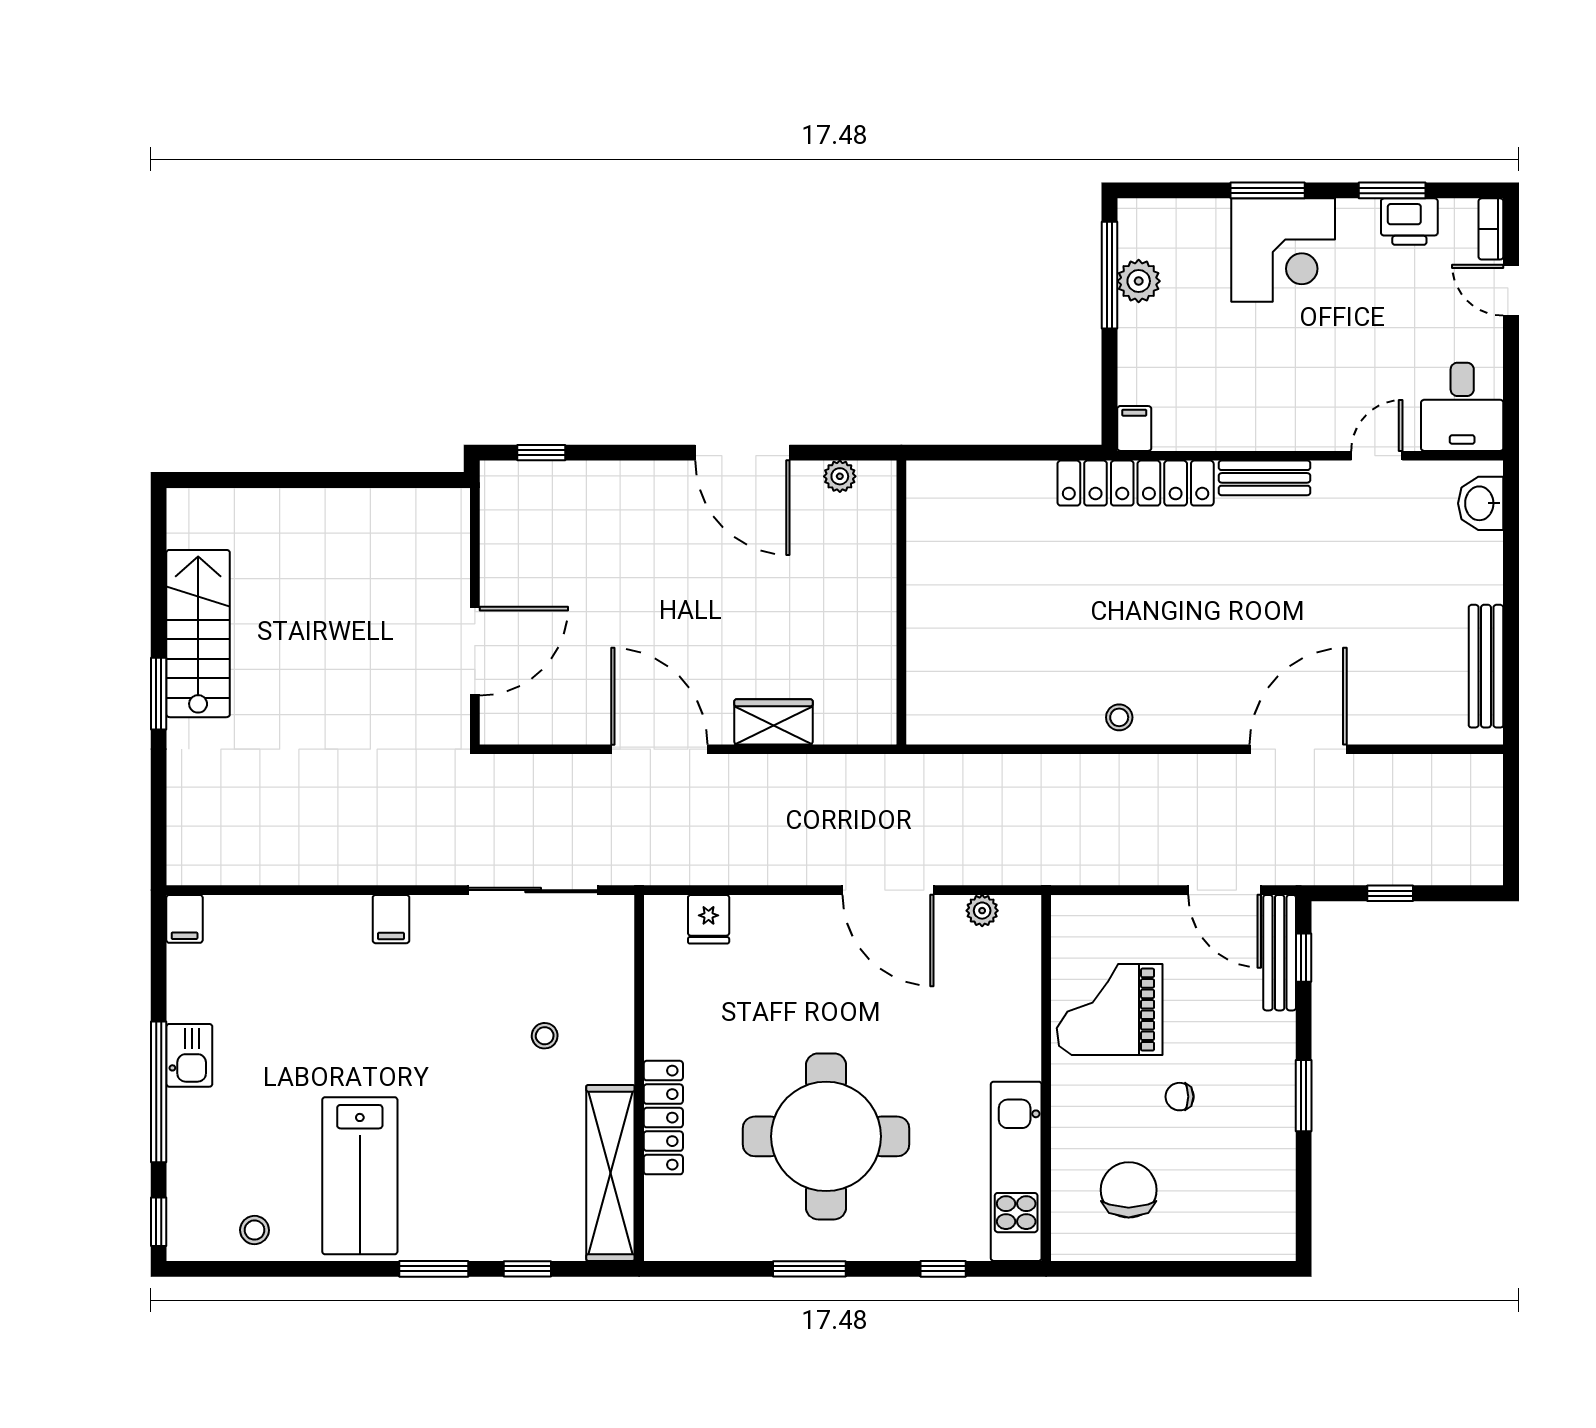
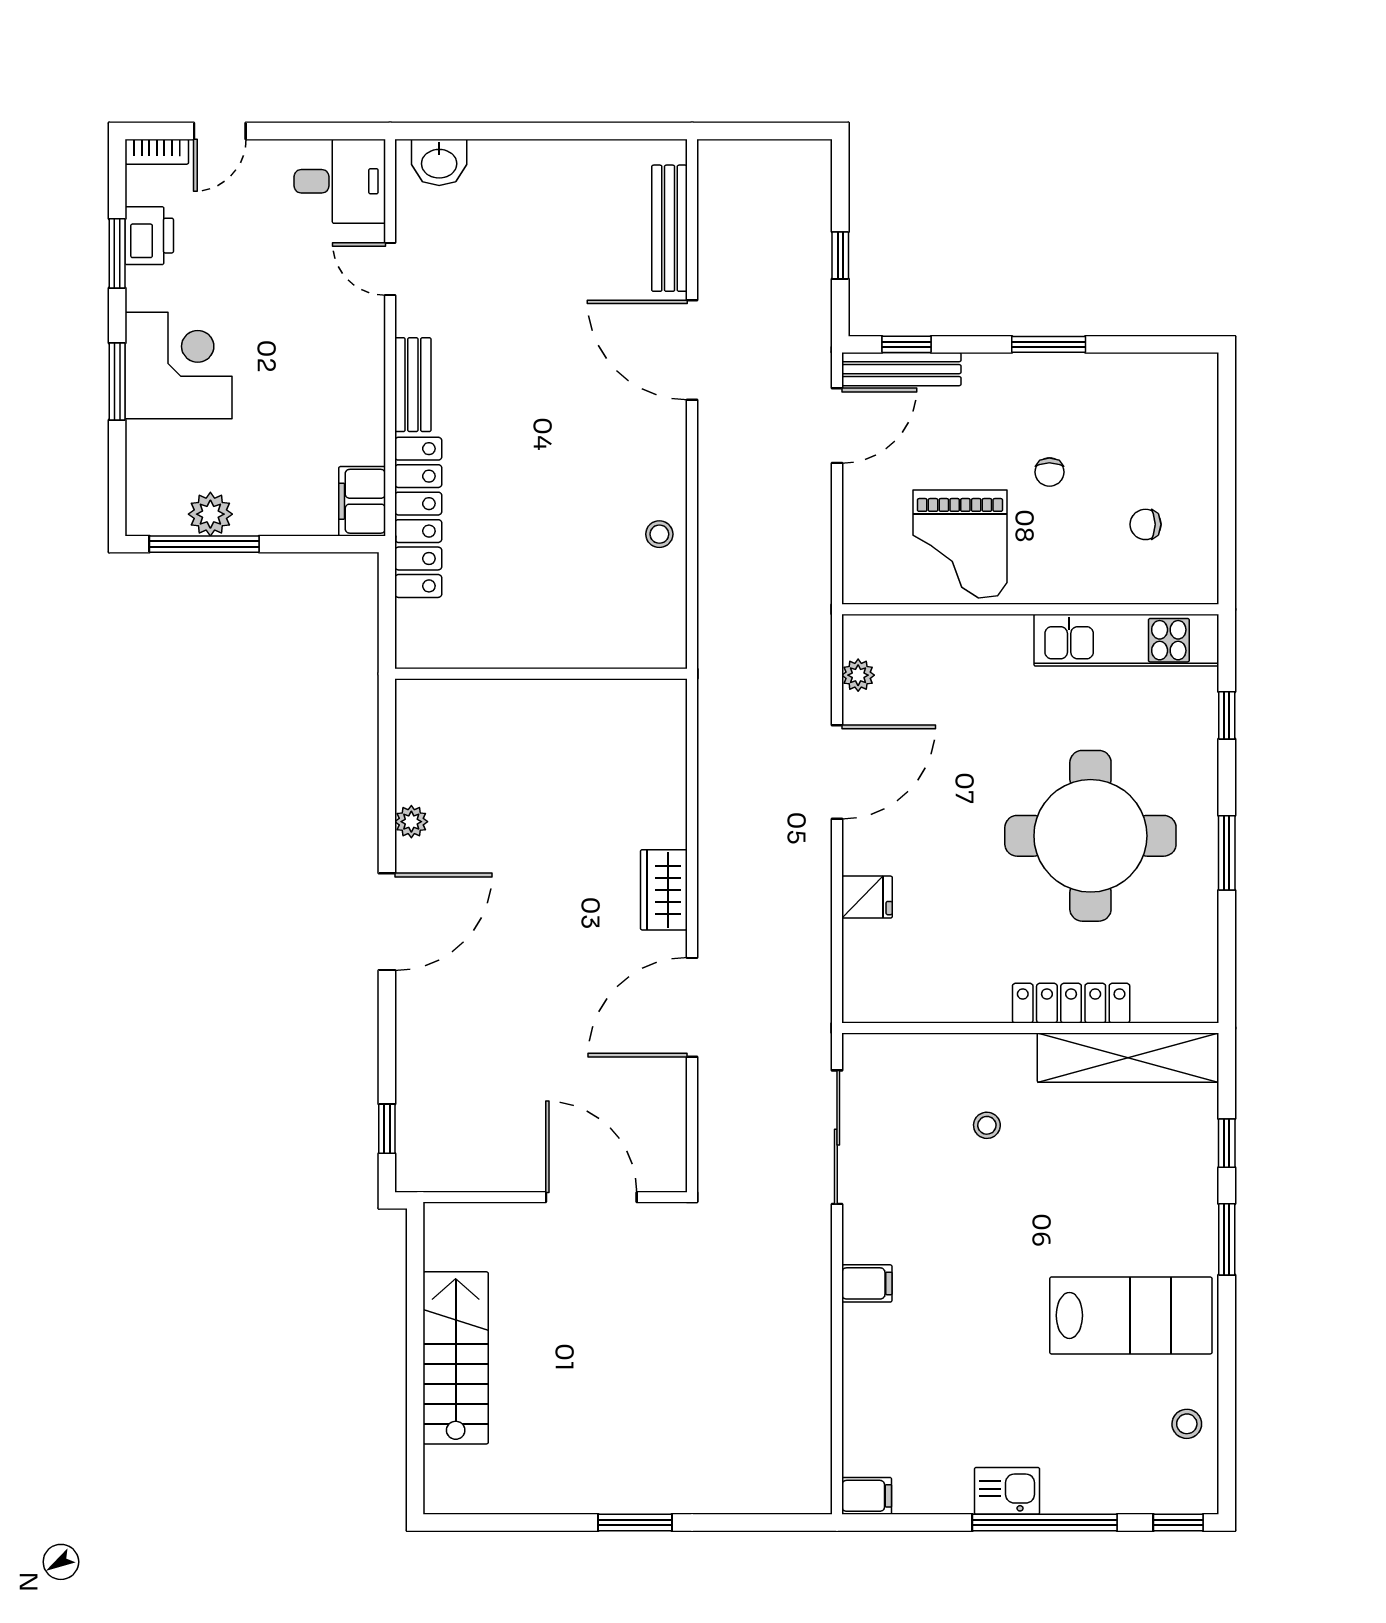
filing cabinet: (1134, 428) -> (362, 501), width x2.00
wall: (901, 602) -> (541, 674), moved
stairs: (198, 634) -> (456, 1358), moved, turned 90
bench: (1486, 666) -> (670, 228), moved, turned 90
fridge: (709, 919) -> (867, 897), moved
chair: (1129, 1190) -> (1145, 524), width x0.54, depth x0.54

